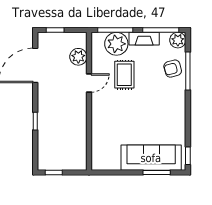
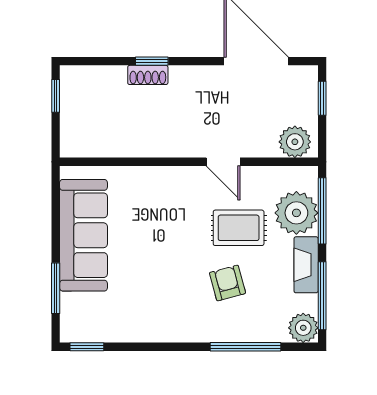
plant: (78, 57) -> (295, 142), moved
armchair: (173, 69) -> (228, 283), moved
shoe rack: (43, 123) -> (148, 75), added
sofa: (151, 158) -> (83, 235), moved

